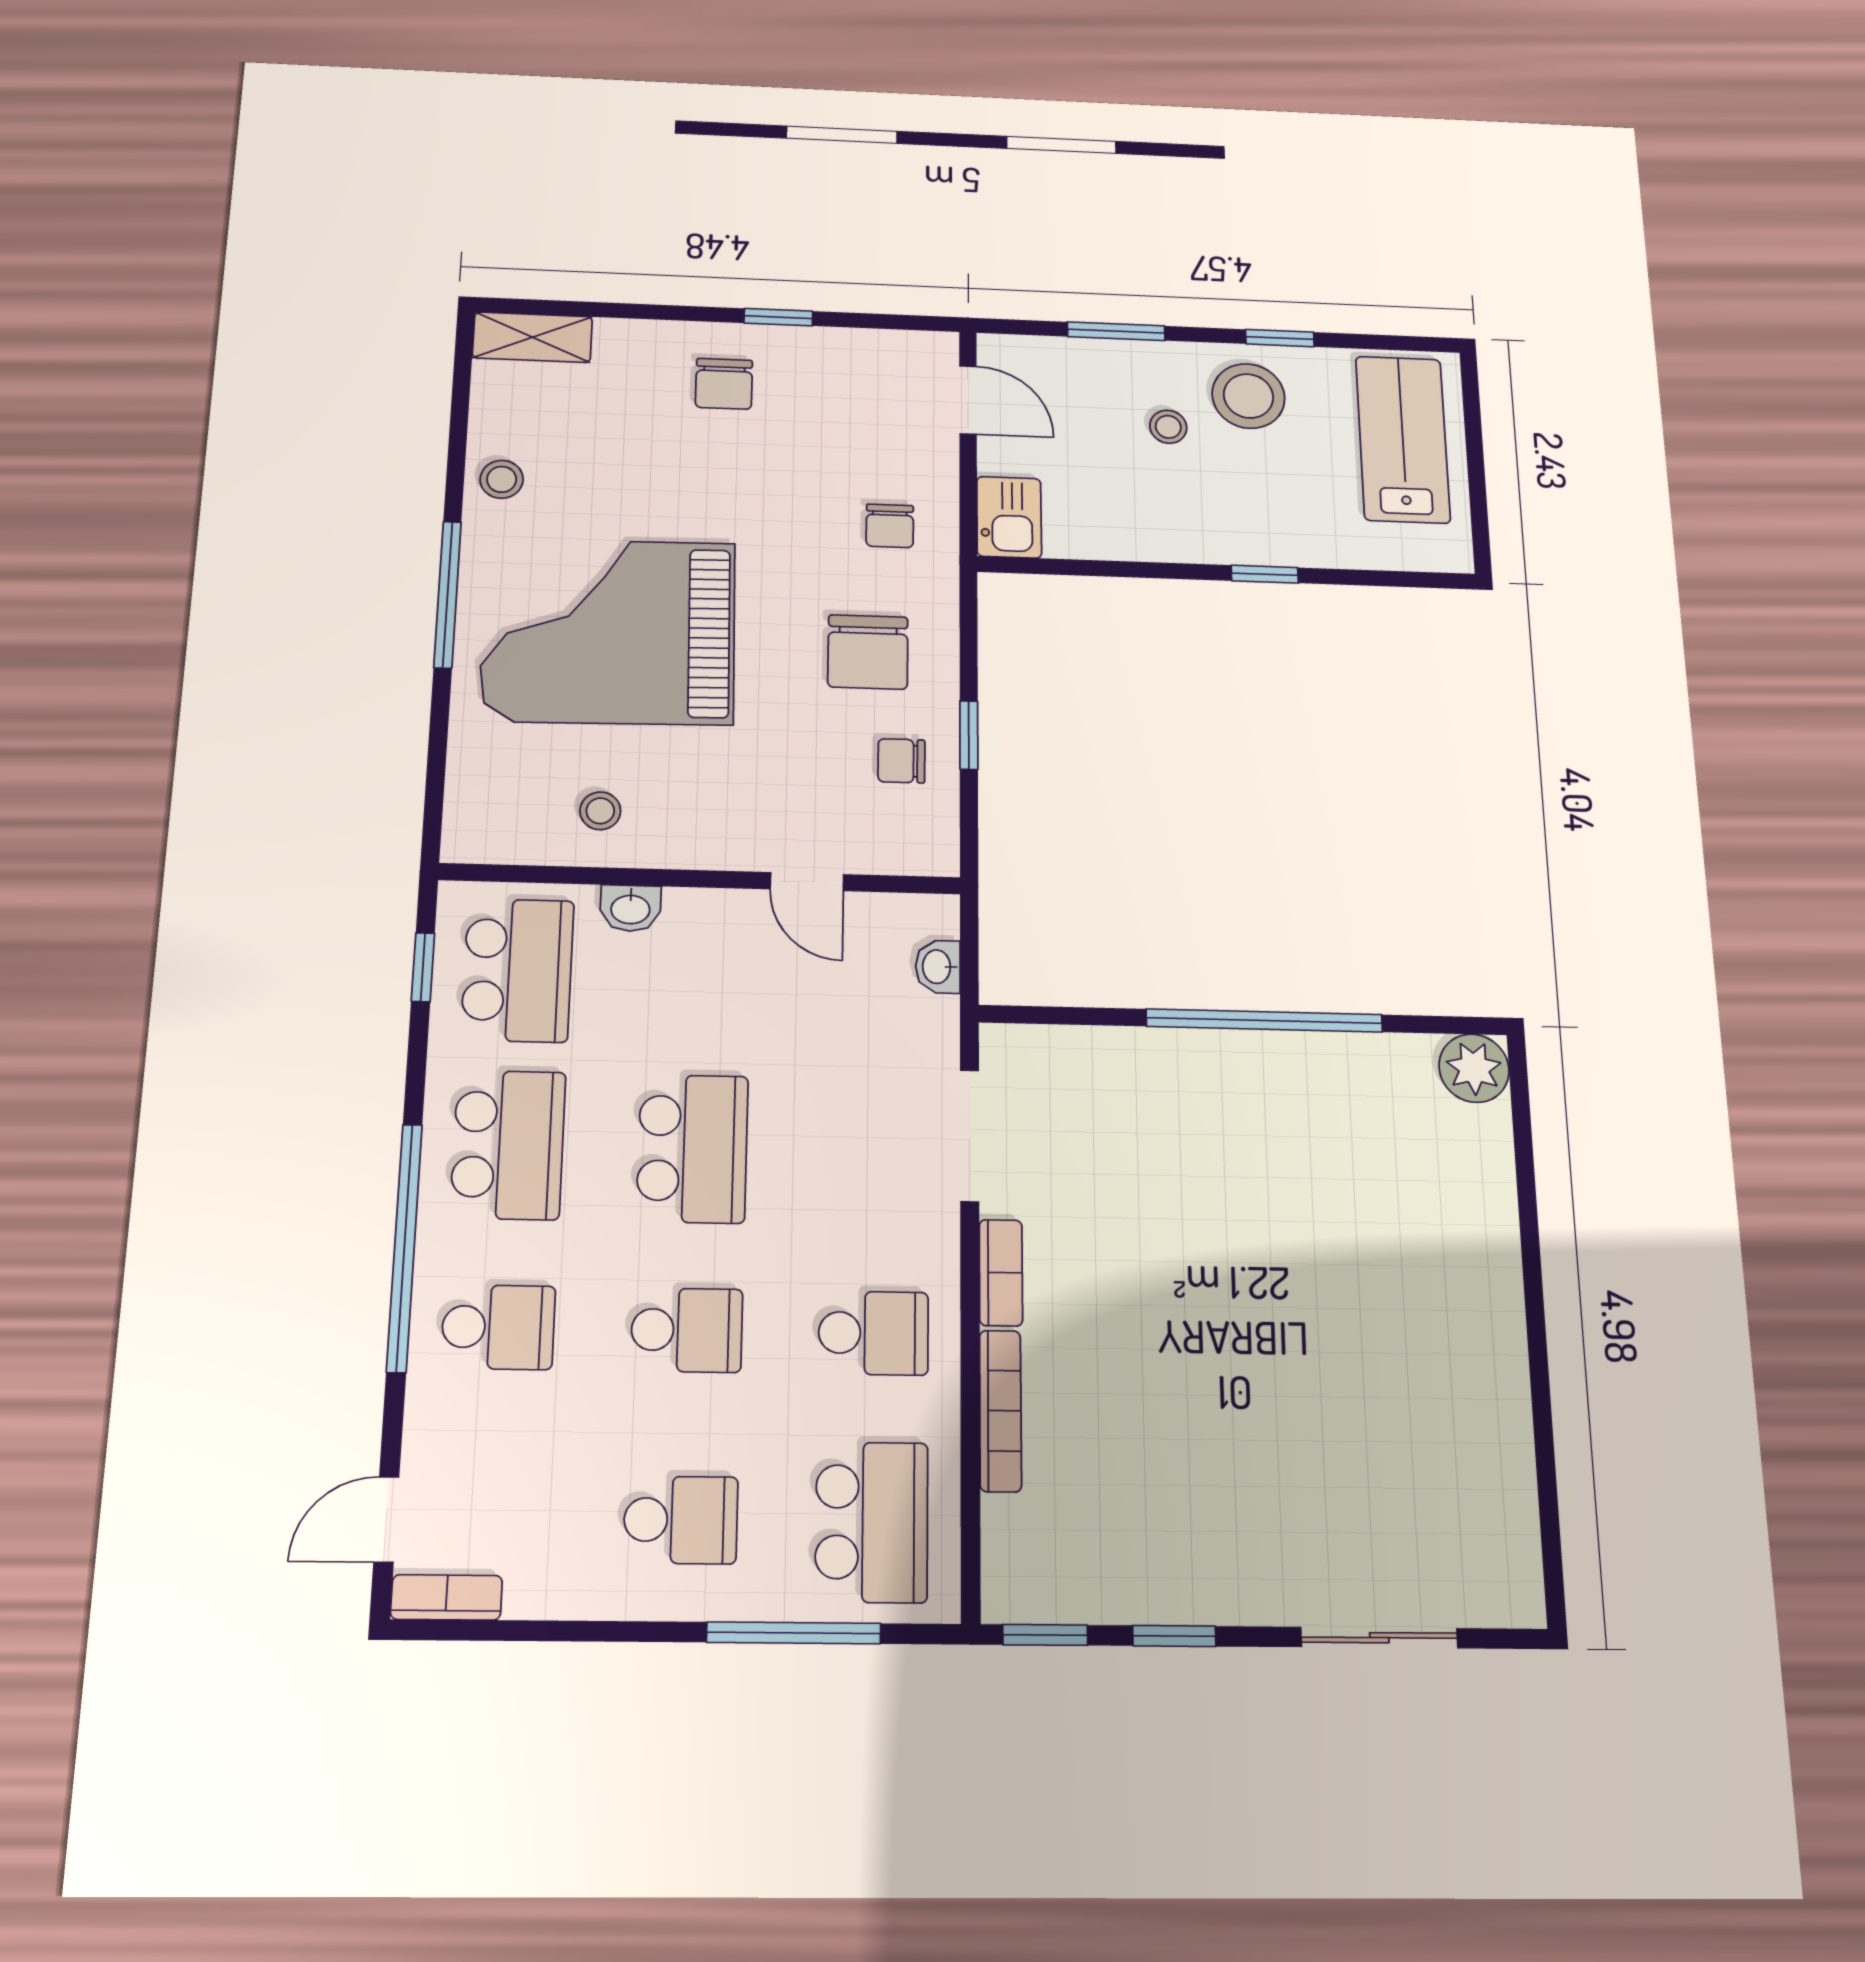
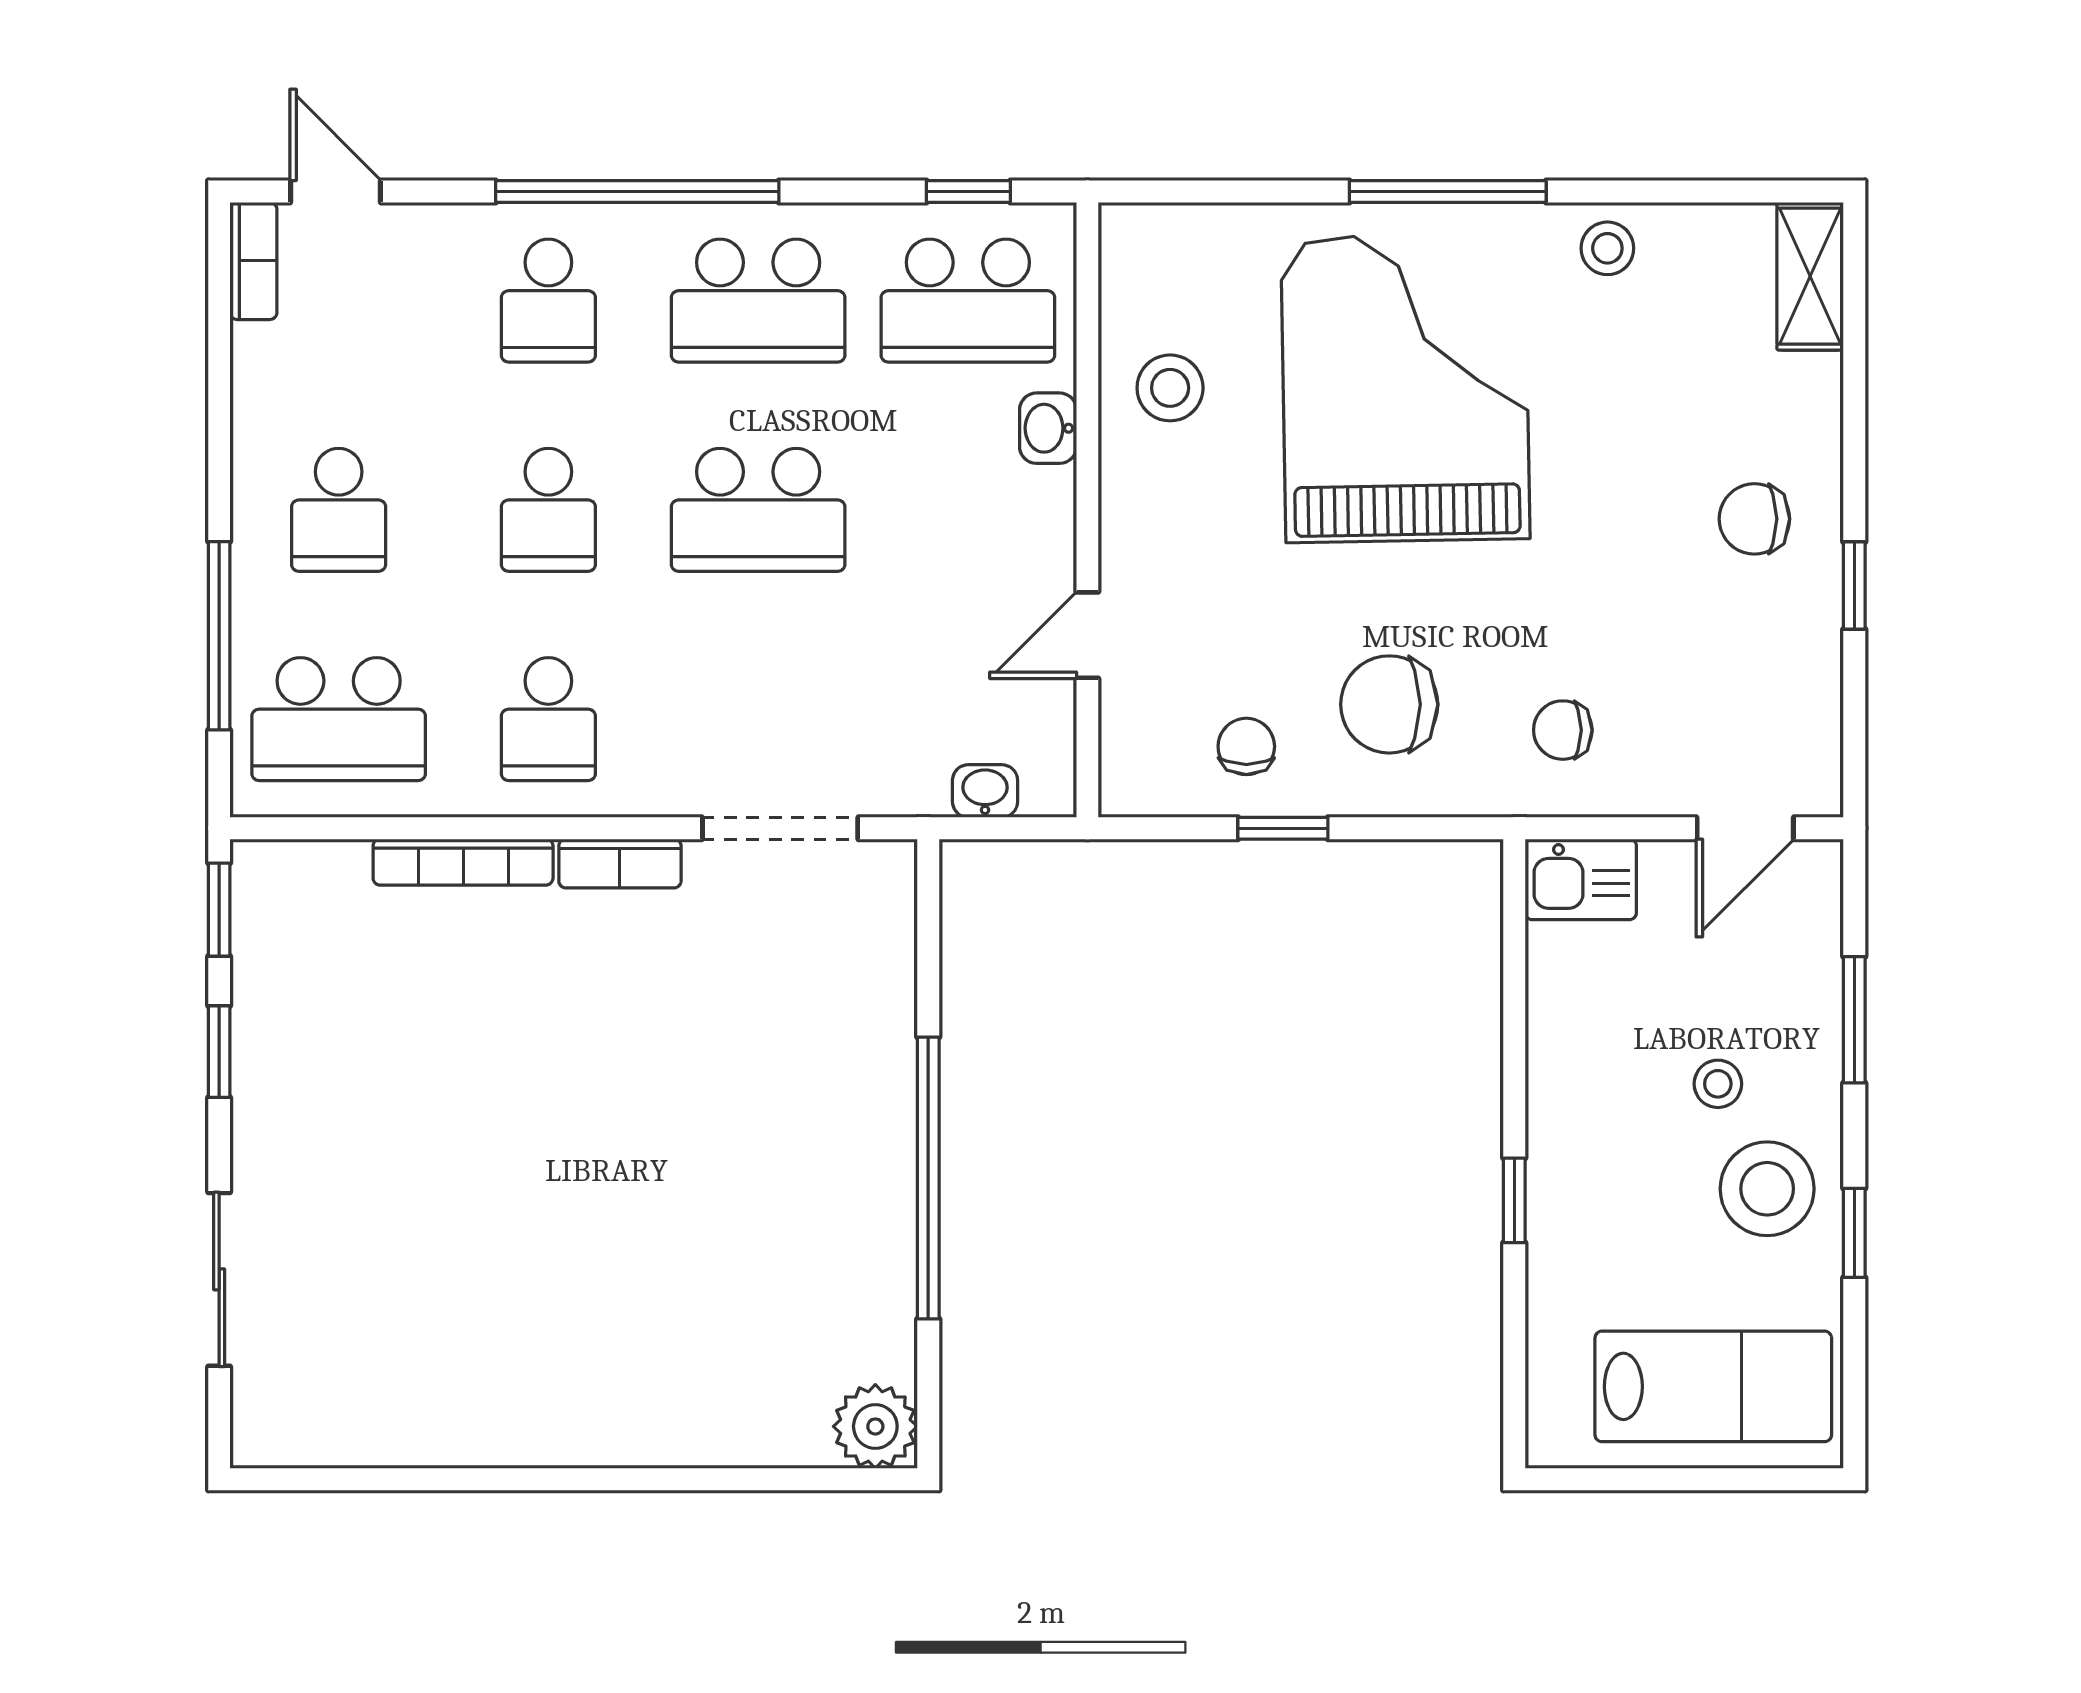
stool: (600, 811) -> (1170, 388), width x1.37, depth x1.37

